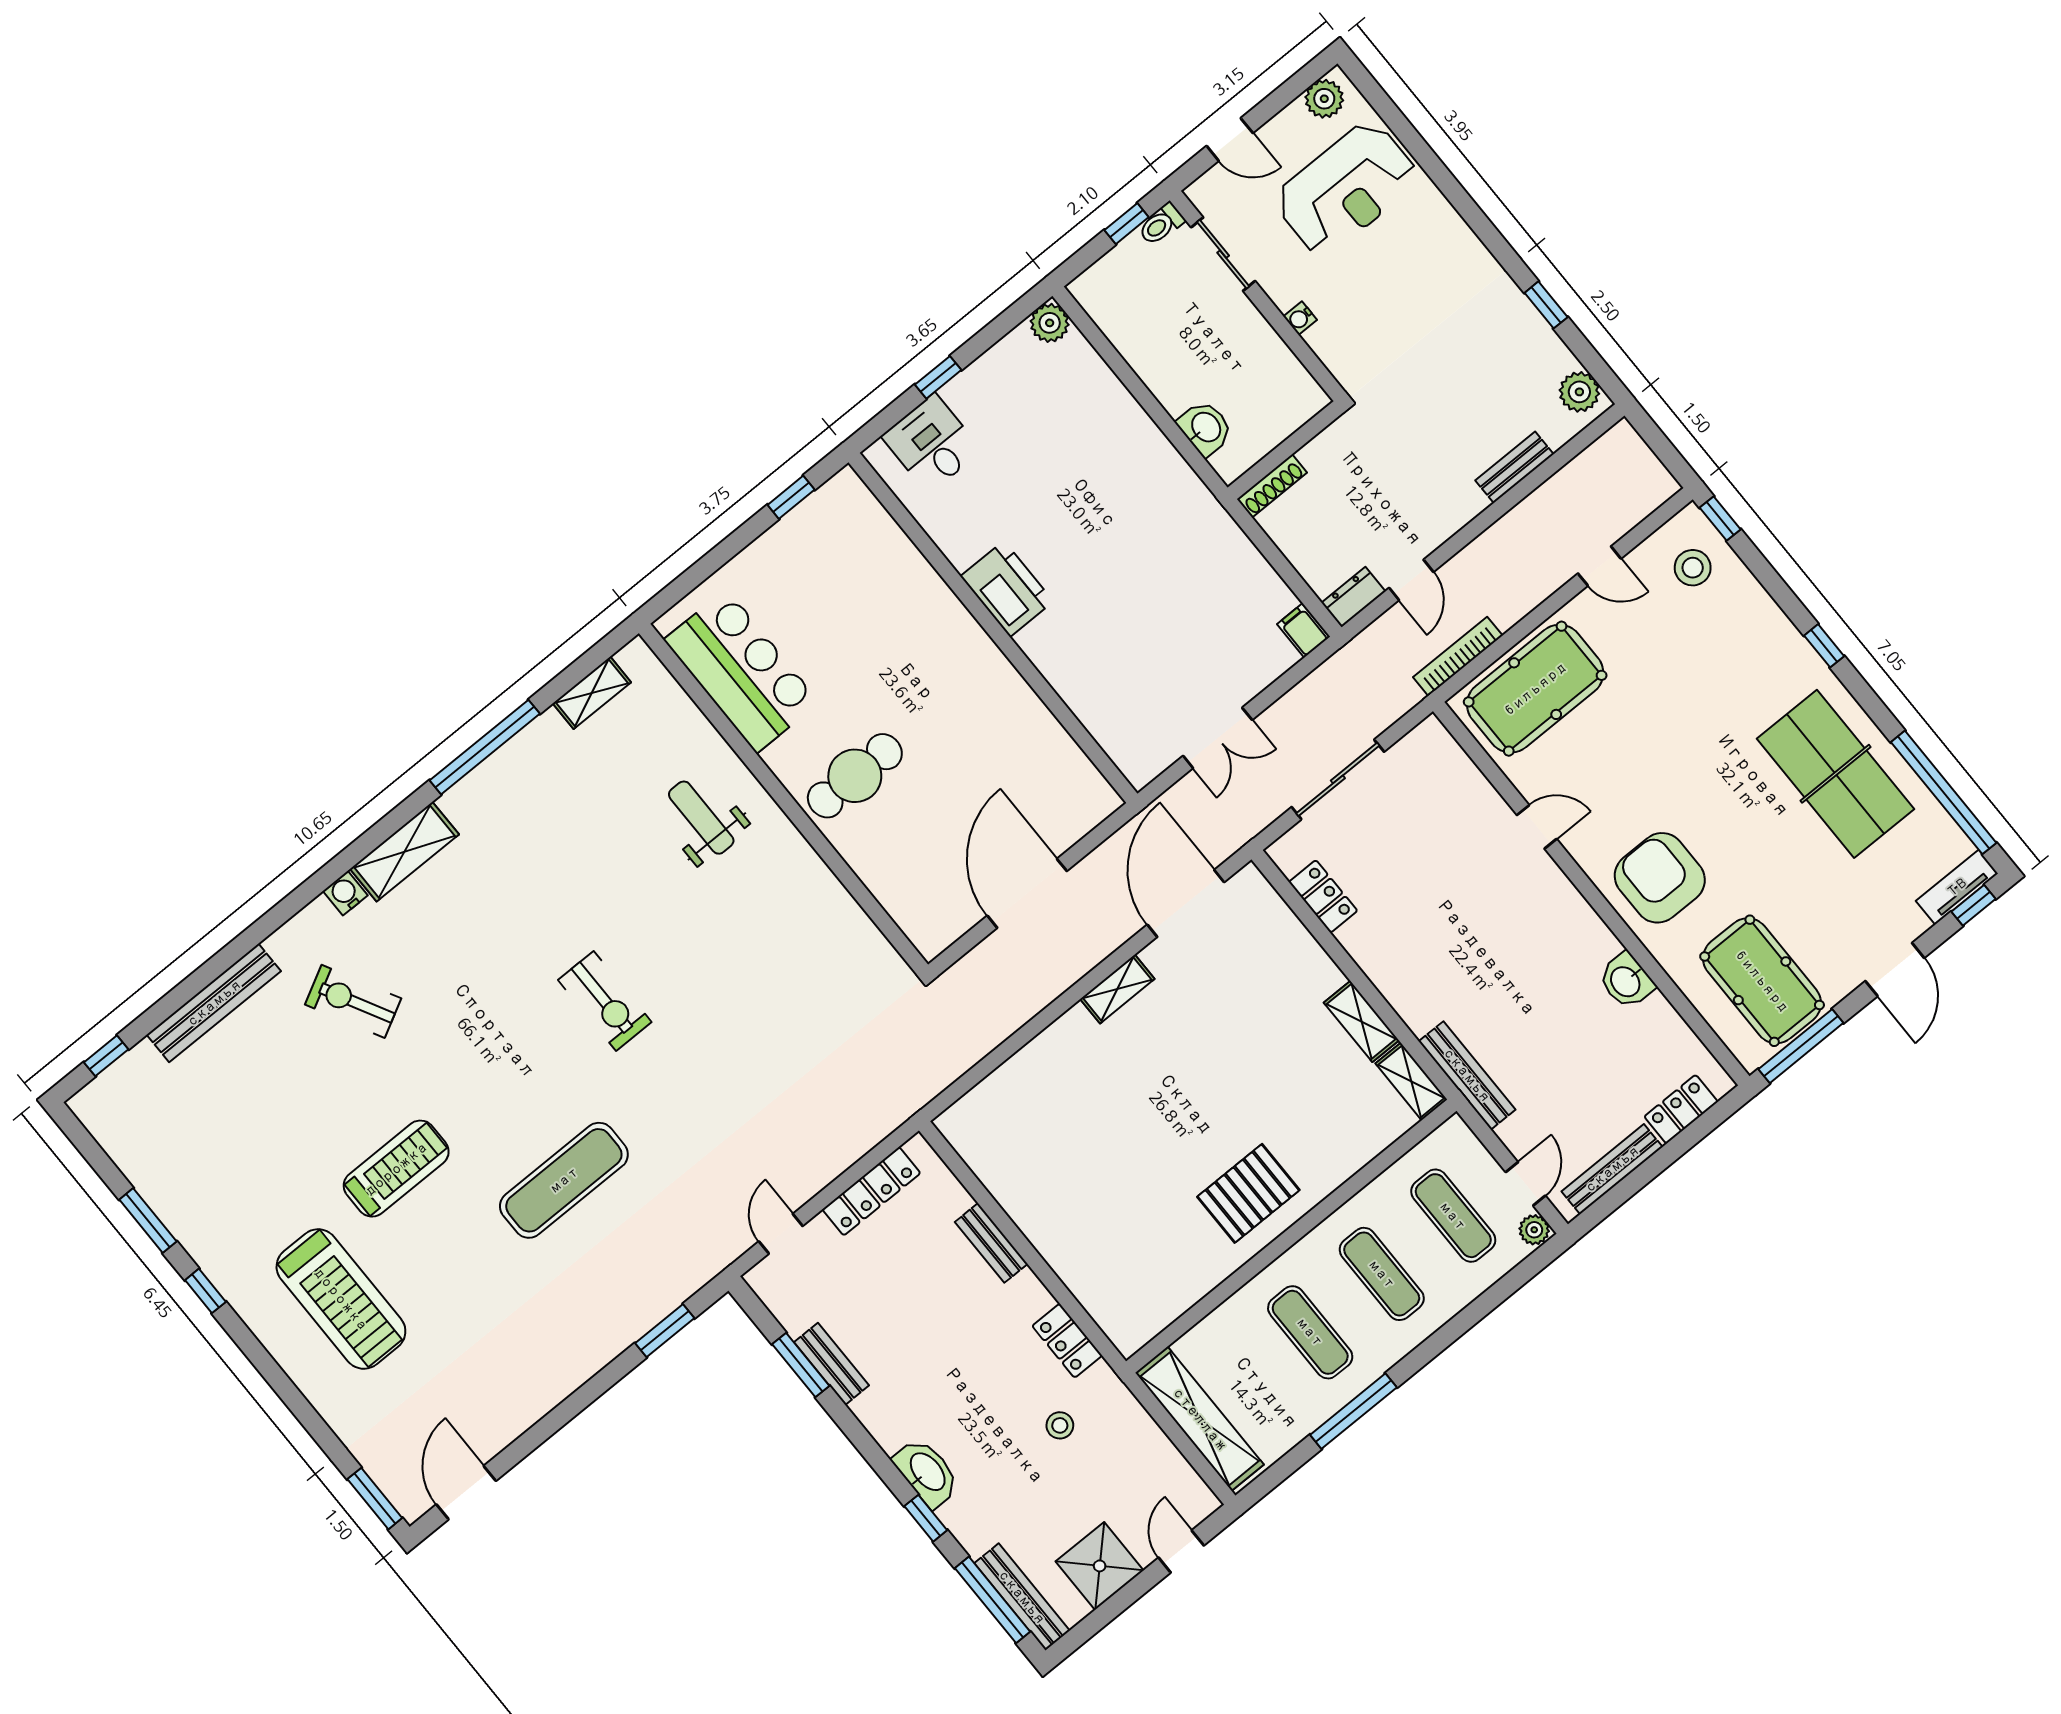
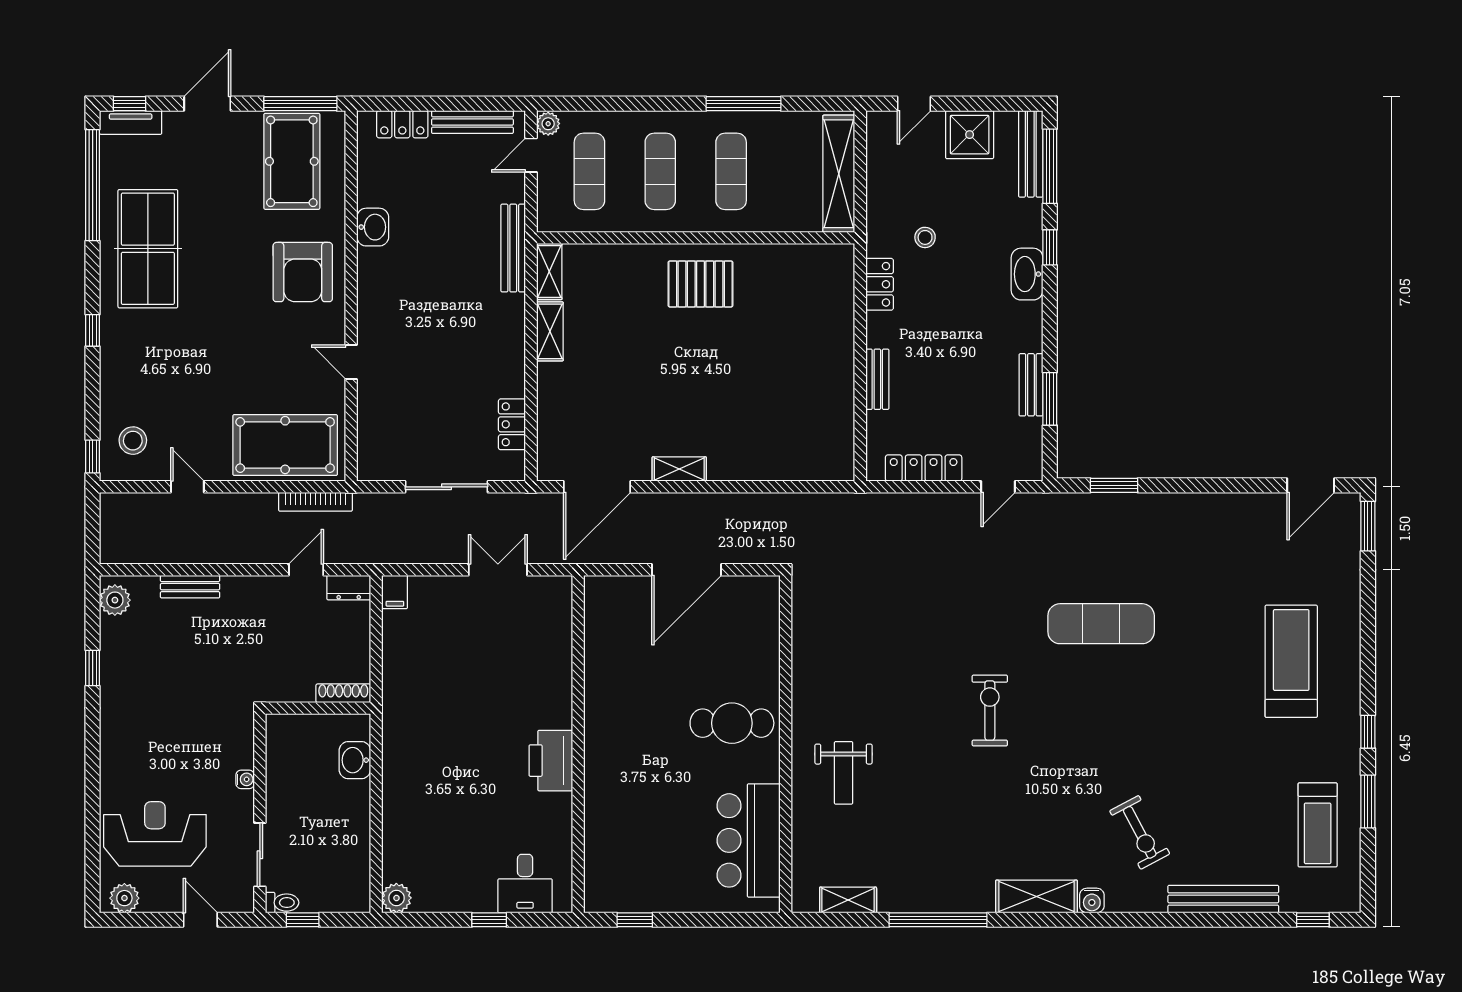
treadmill: (396, 1169) -> (1318, 825), moved, turned -90

